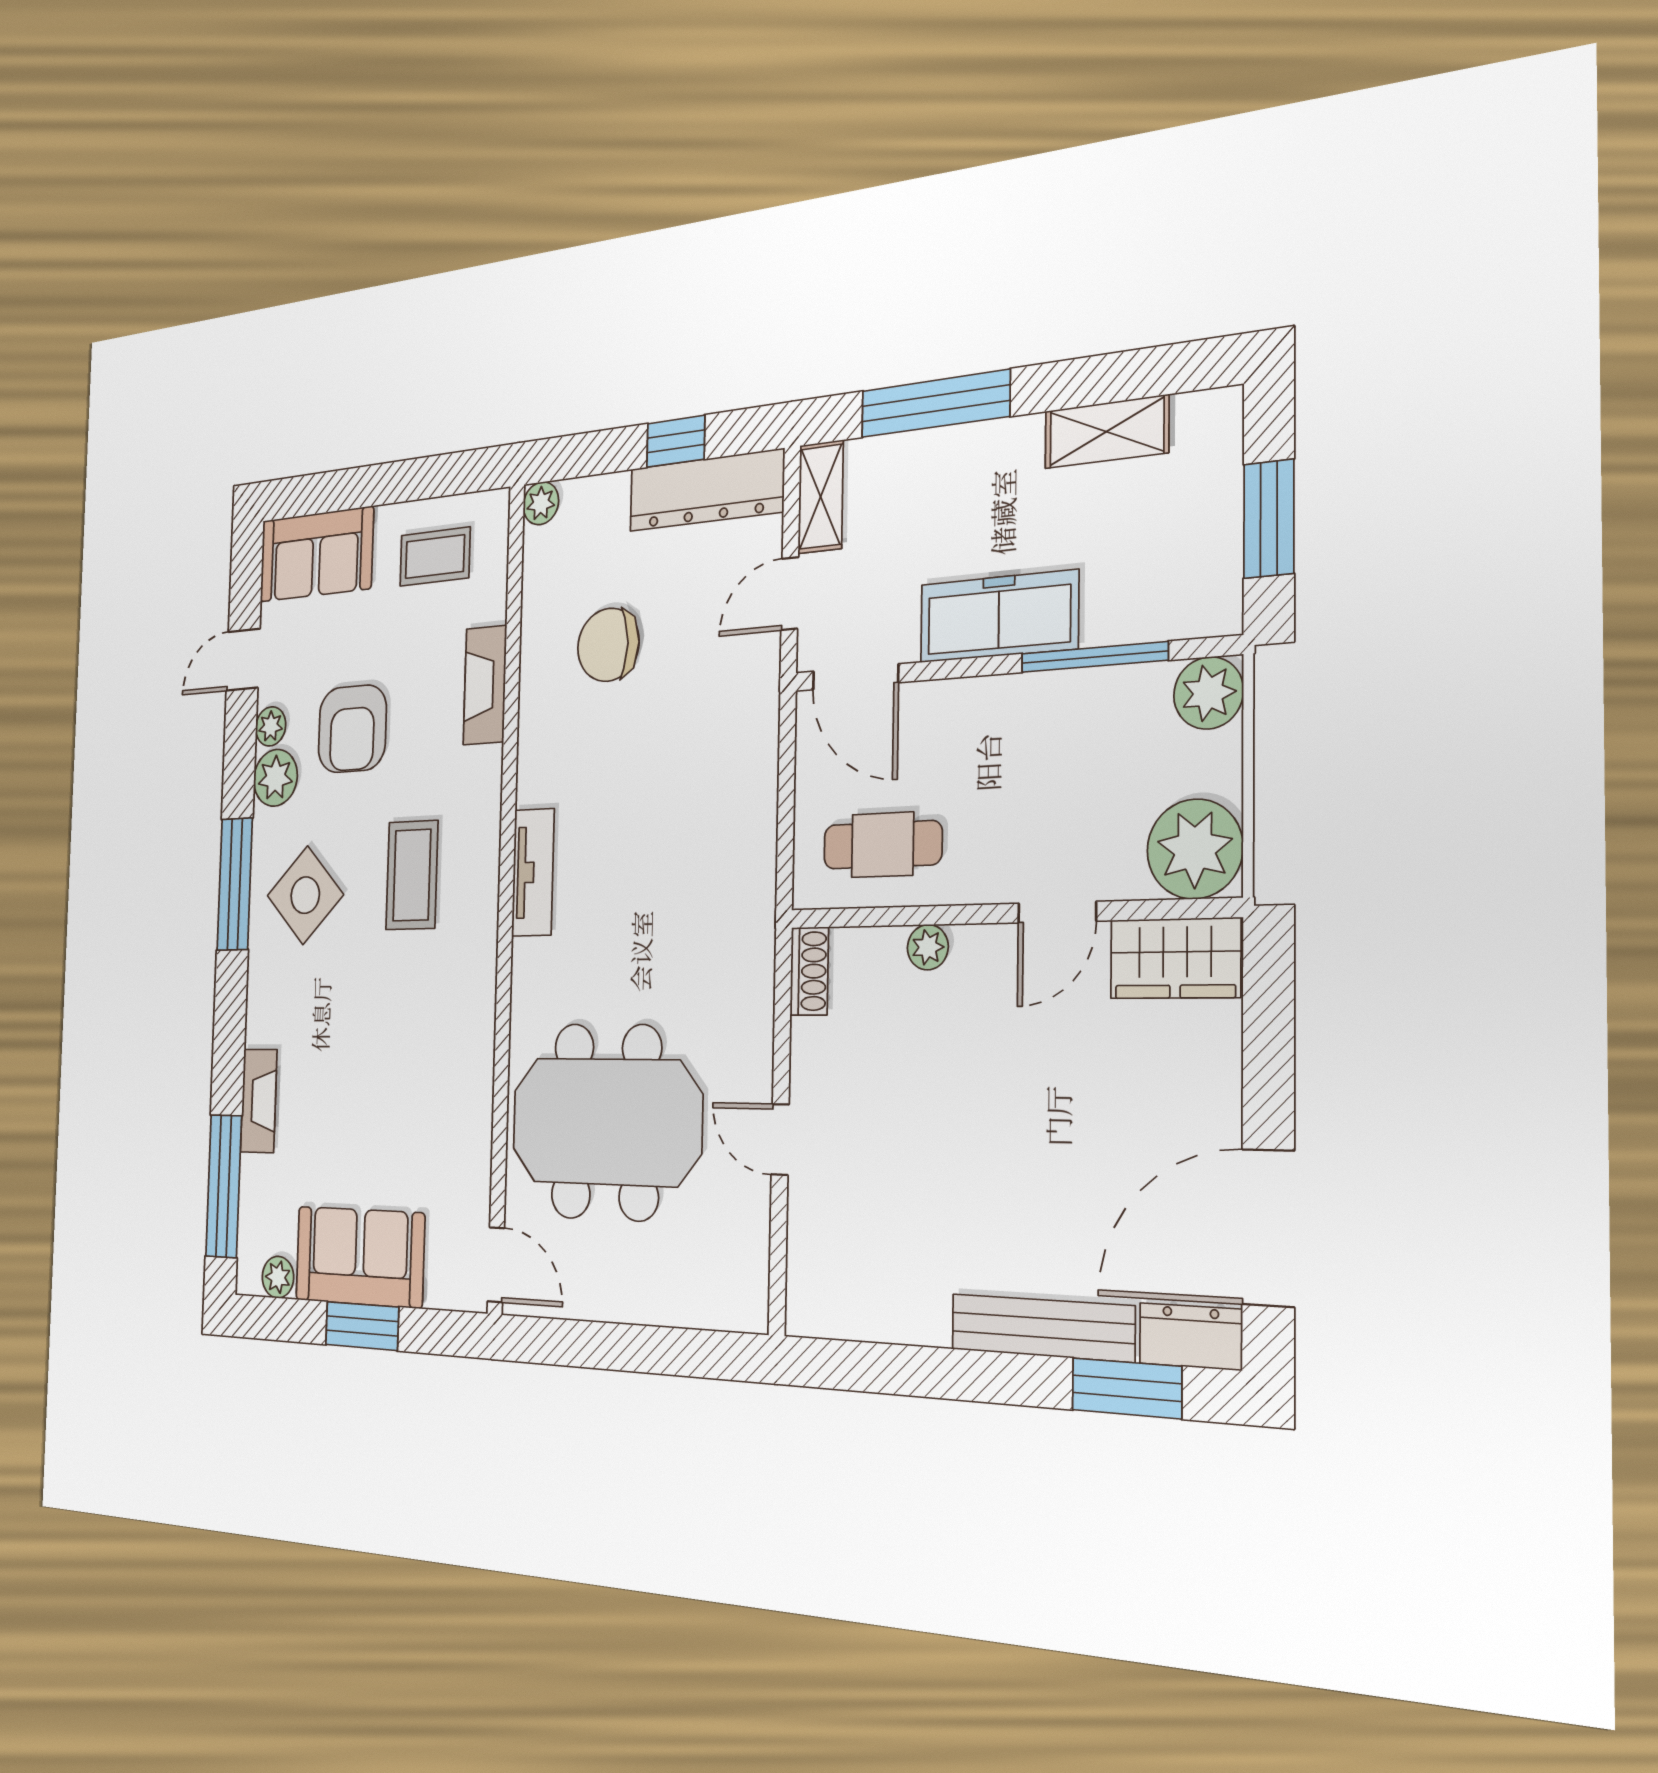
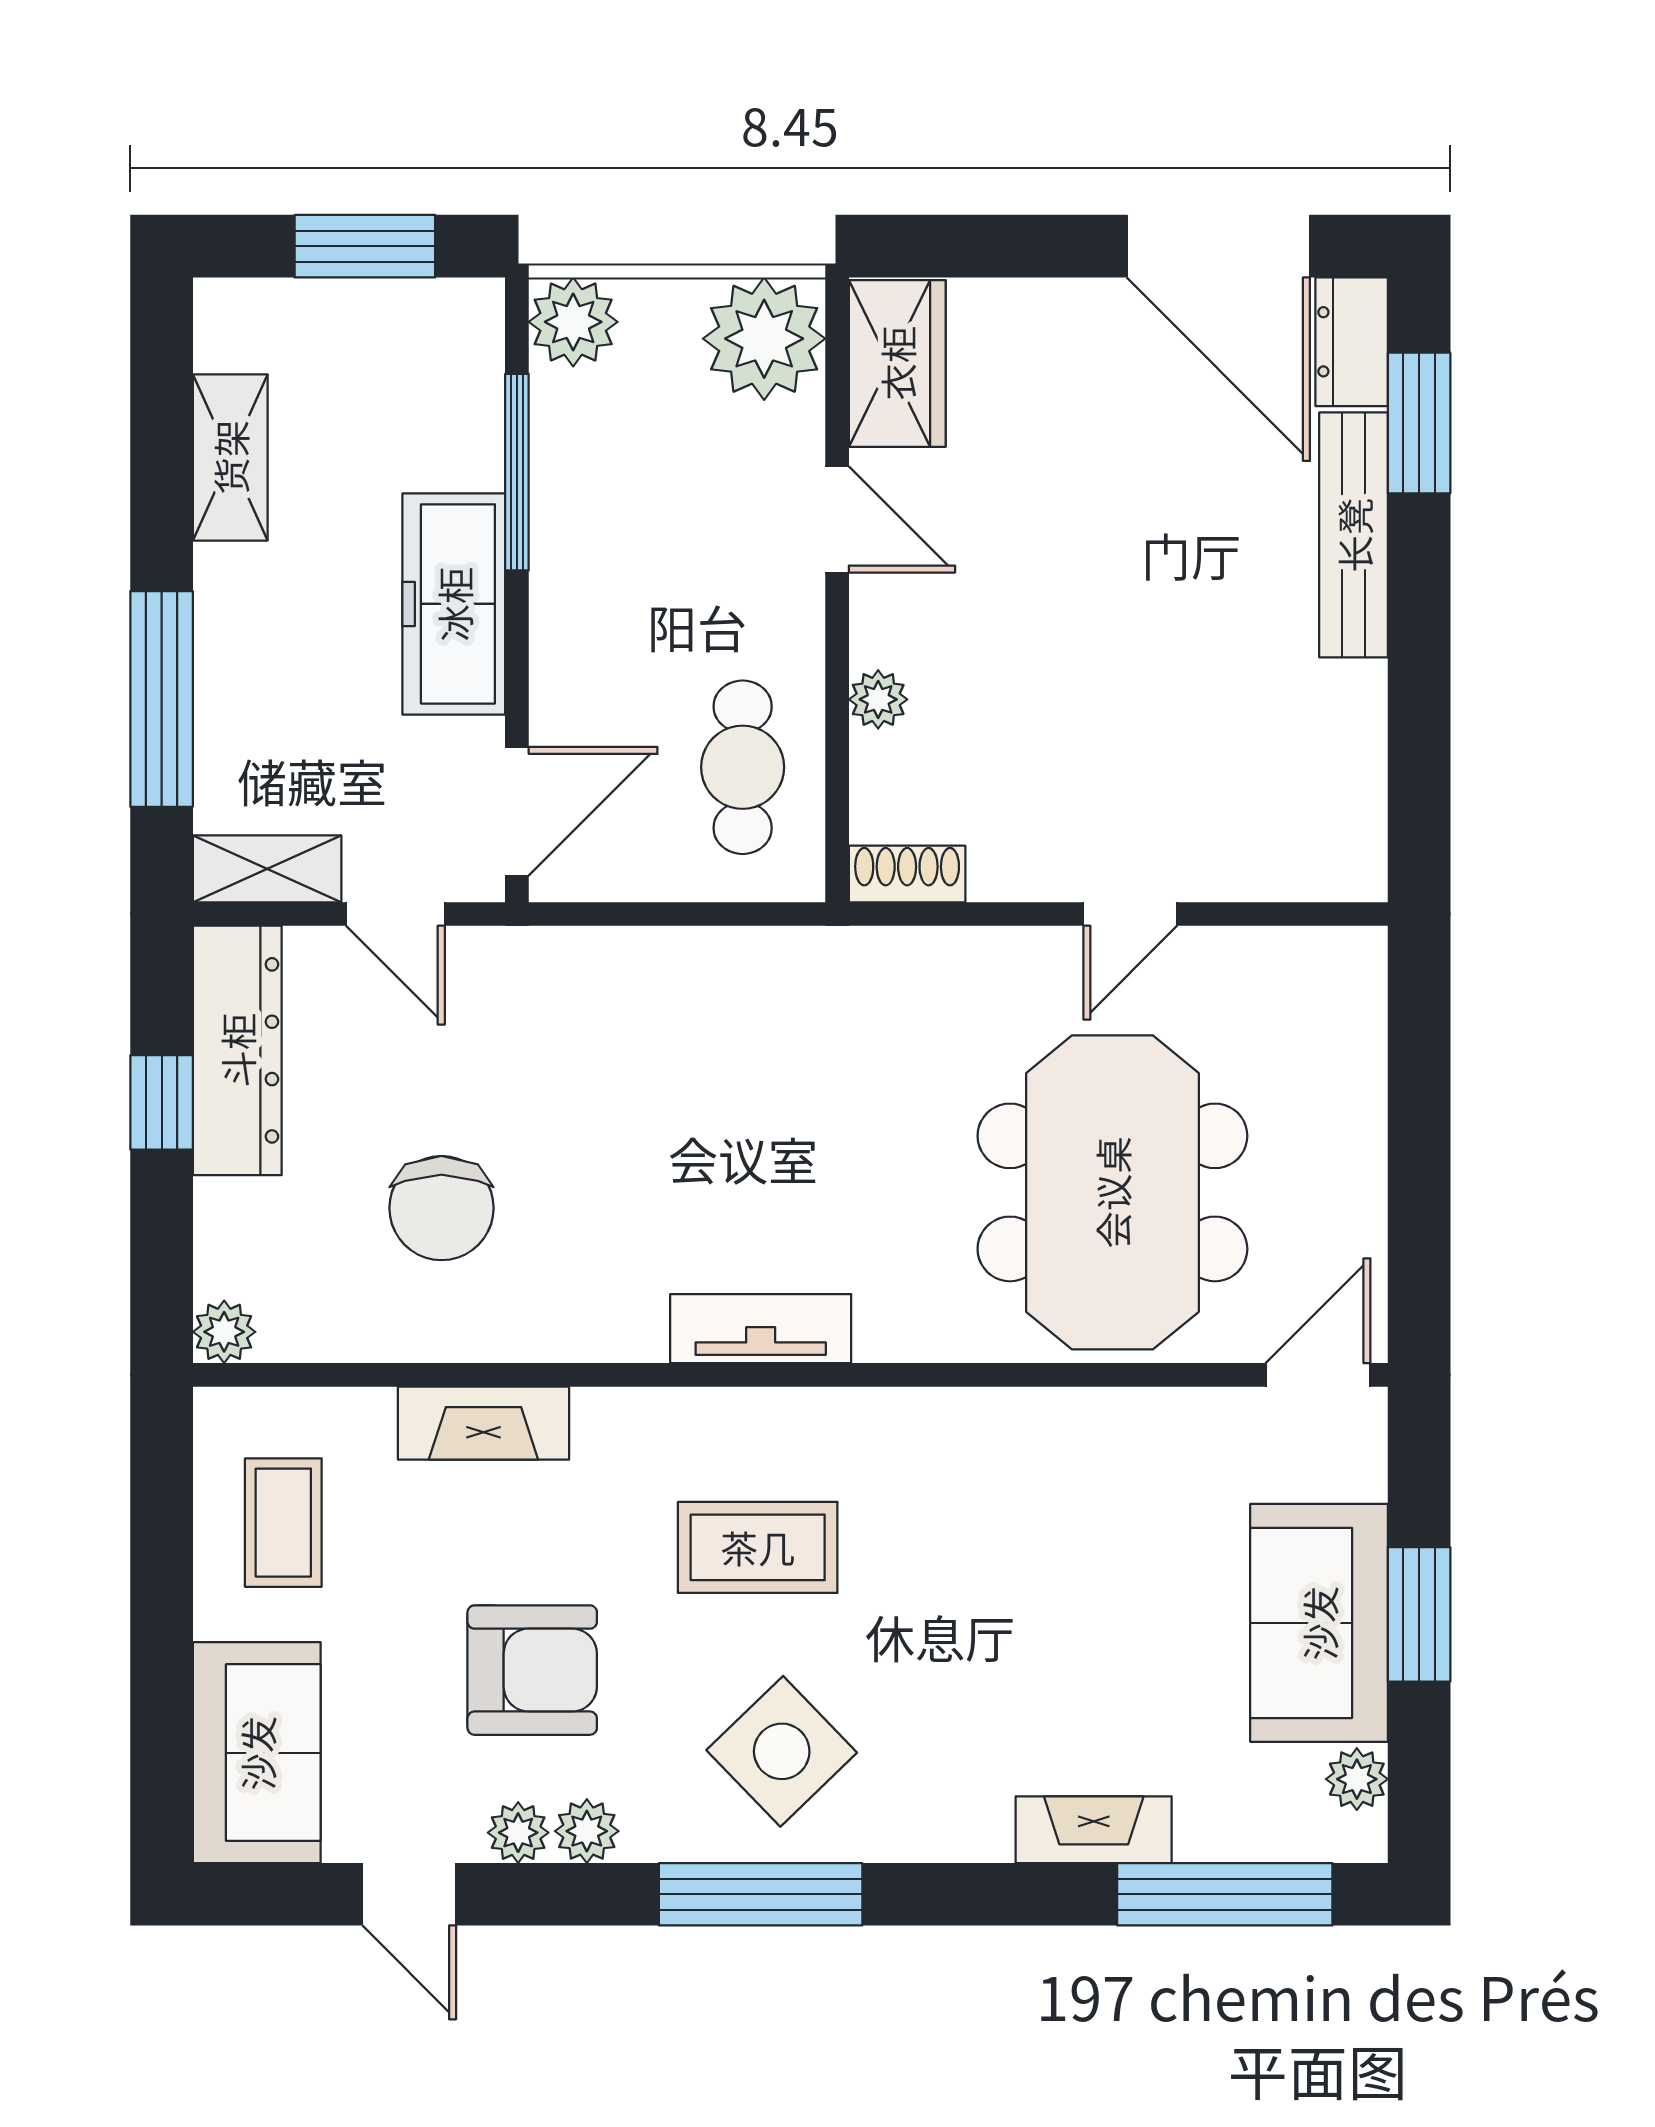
plant: (275, 778) -> (587, 1831), width x0.73, depth x0.73

